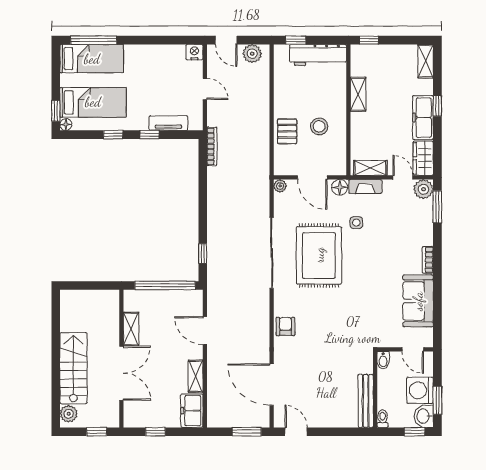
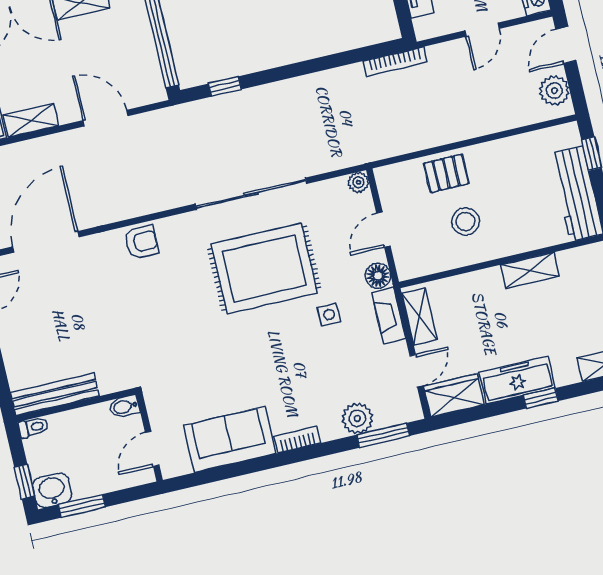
door: (312, 177) -> (383, 229), width x0.73
plant: (423, 189) -> (357, 418), moved
door: (205, 331) -> (105, 118), hinge flipped
washing machine: (420, 390) -> (91, 475), removed

